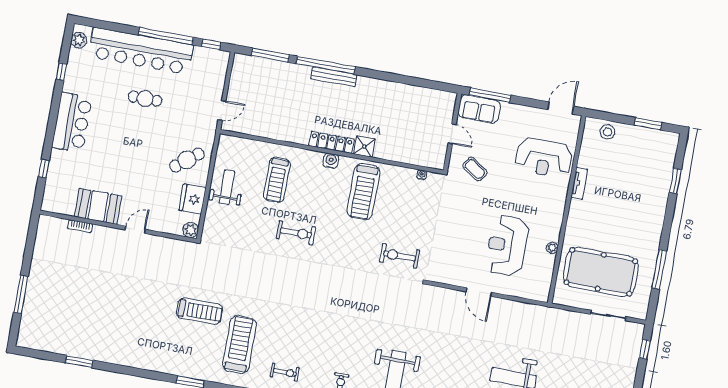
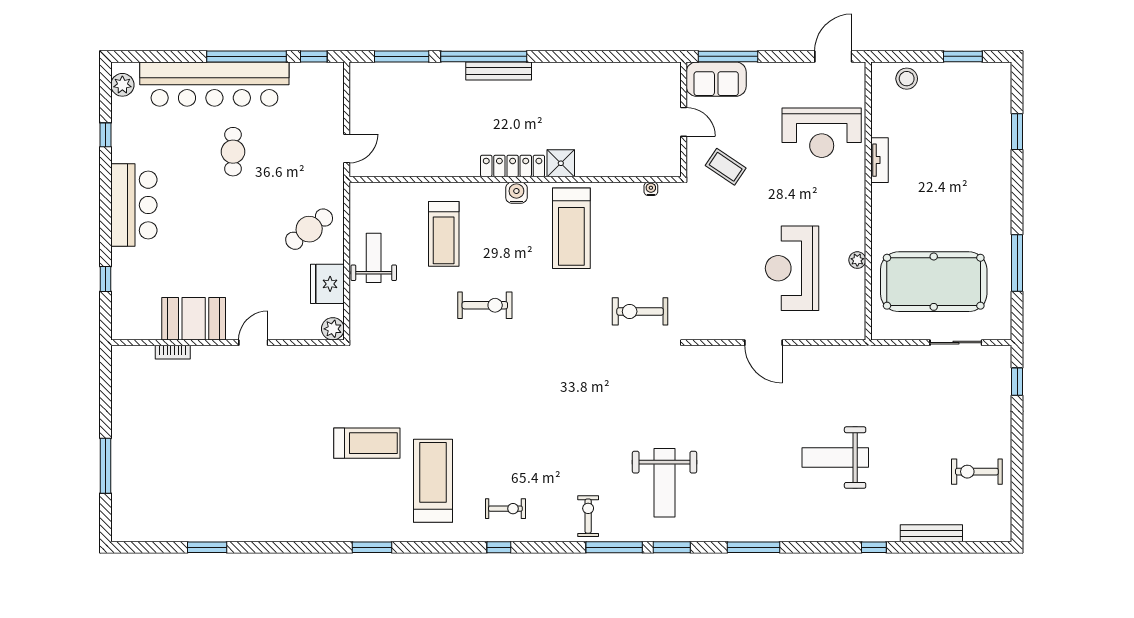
cafe table: (145, 99) -> (233, 152), turned 90

